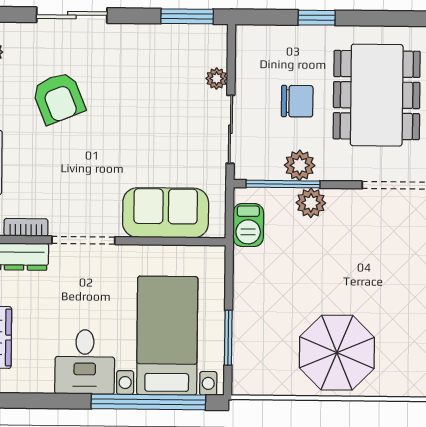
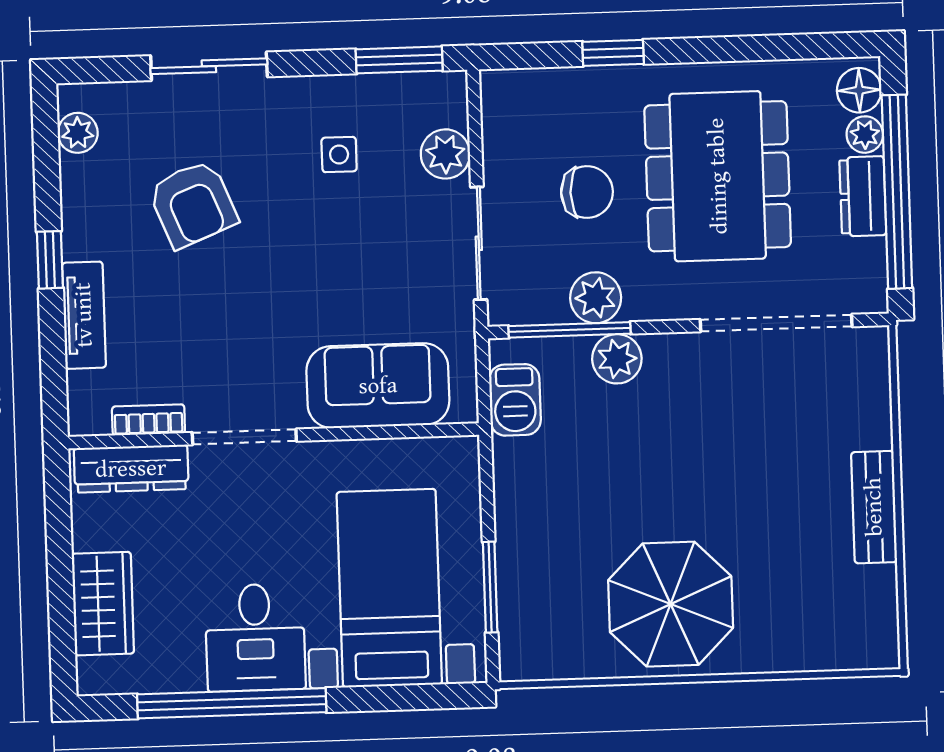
side table: (148, 72) -> (339, 154), added
plant: (217, 79) -> (445, 154), width x1.38, depth x1.38
window: (148, 402) -> (232, 703), moved

